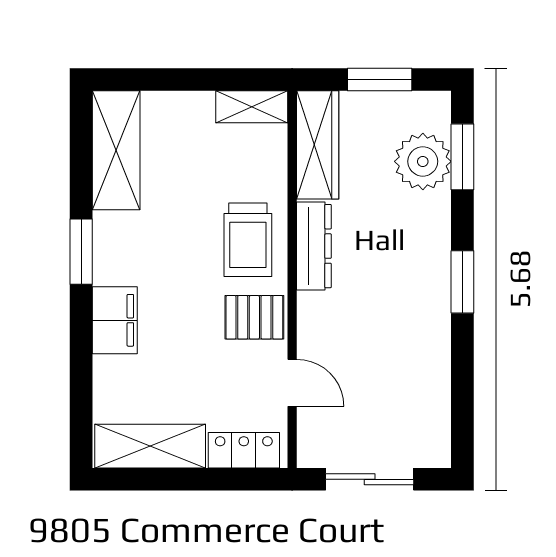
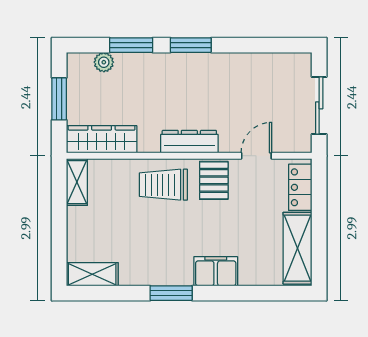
shelving: (116, 150) -> (92, 274), width x0.67, depth x0.75
window: (462, 157) -> (131, 45), moved
plant: (423, 161) -> (104, 62), width x0.53, depth x0.53
trolley: (248, 240) -> (163, 185), turned 180
dresser: (314, 246) -> (189, 142), moved

